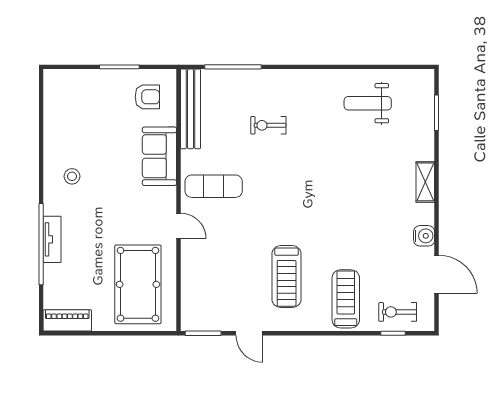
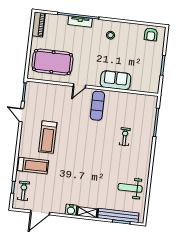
armchair: (147, 97) -> (151, 34), moved
weight bench: (368, 103) -> (130, 188), turned -90
bench: (190, 109) -> (118, 215), moved
water cooler: (424, 236) -> (71, 210), moved
treadmill: (287, 277) -> (48, 137), turned -90
door: (249, 333) -> (21, 115), hinge flipped

